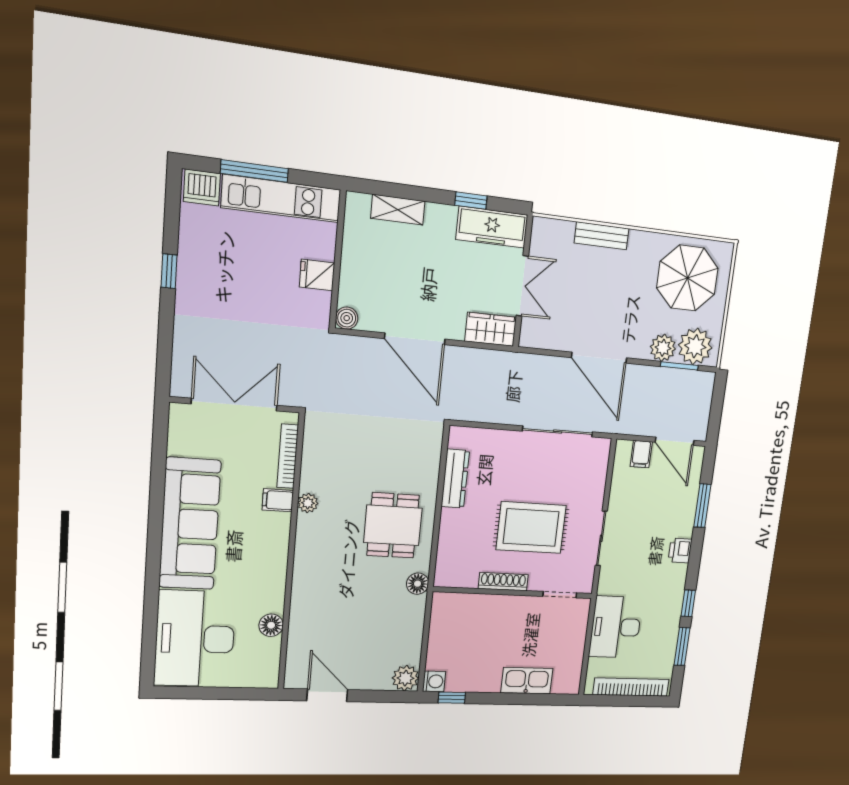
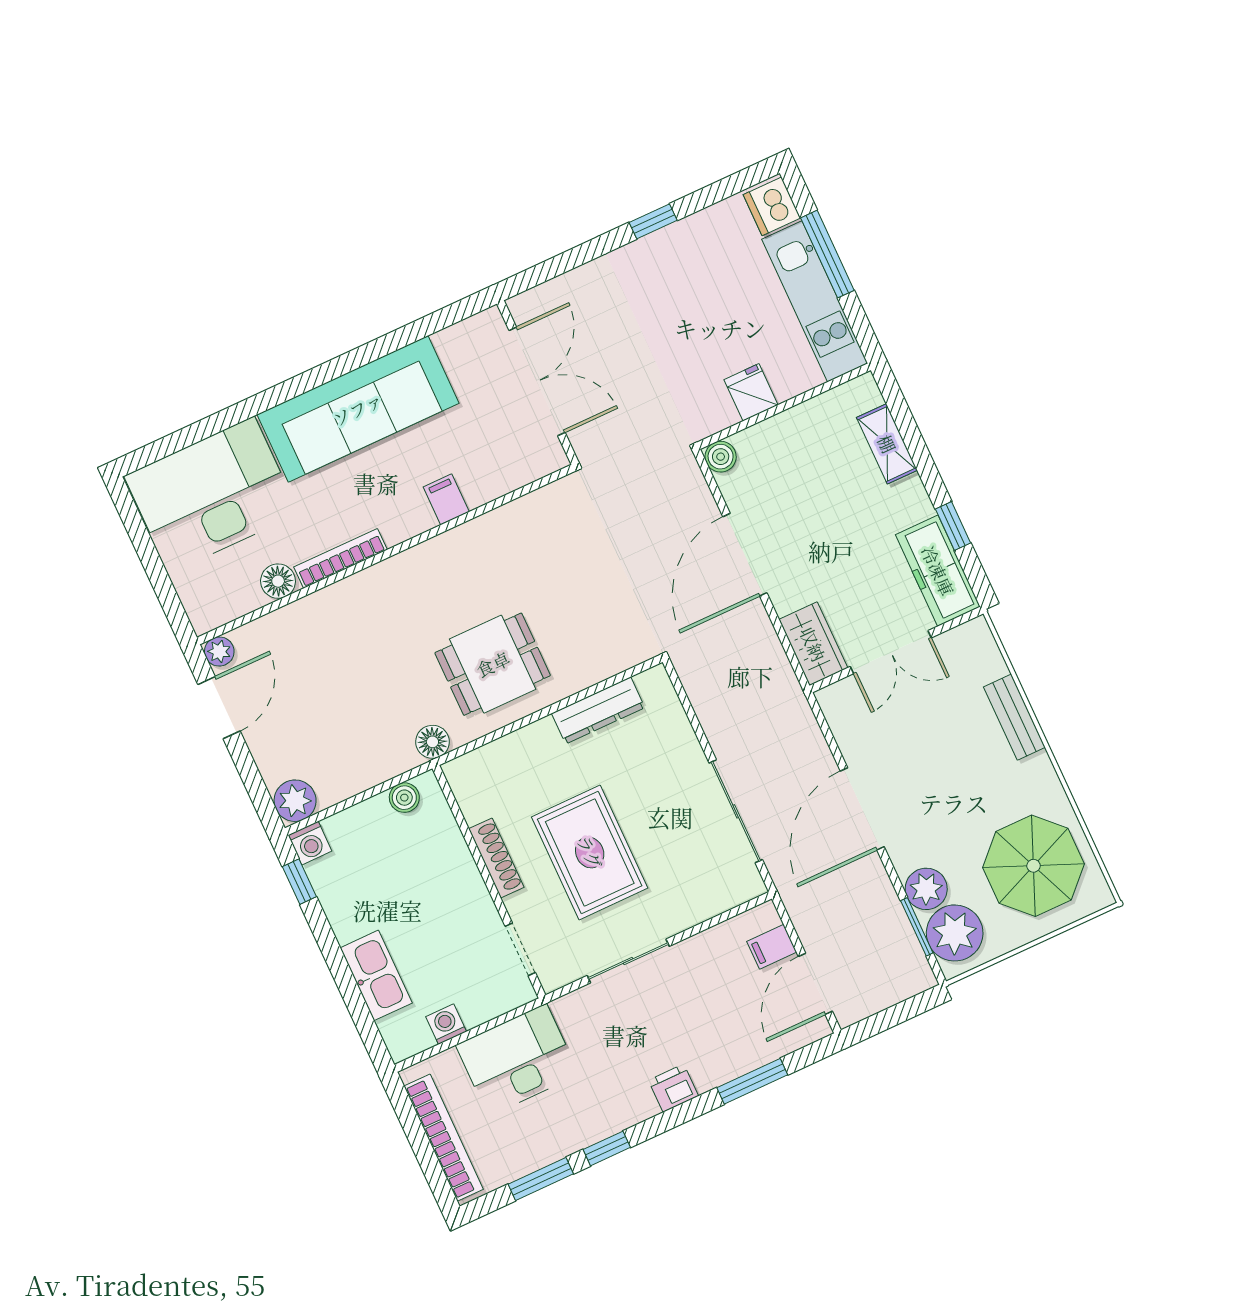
bookcase: (288, 456) -> (340, 558), moved
plant: (308, 503) -> (219, 651), moved
boiler: (440, 616) -> (404, 798), added
washing machine: (575, 656) -> (446, 1024), added

